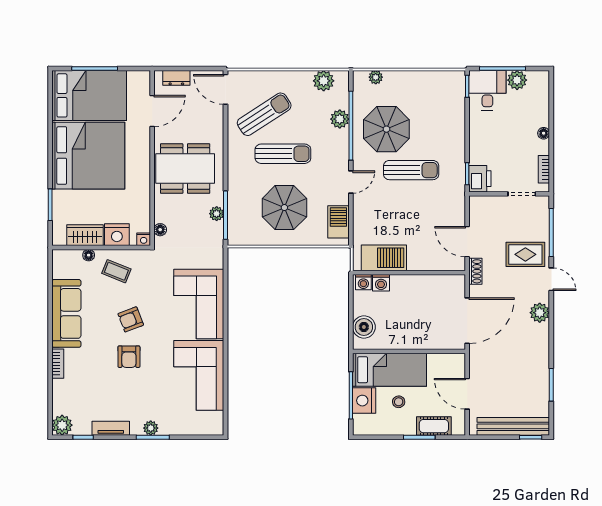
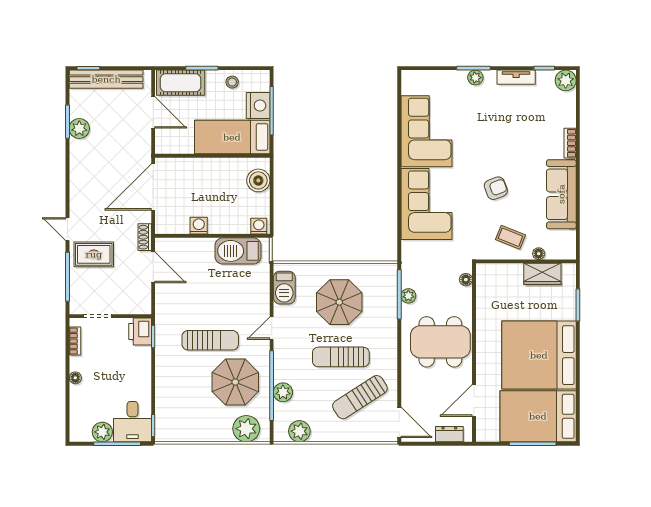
plant: (376, 77) -> (246, 429), width x1.88, depth x1.88
sun lounger: (411, 170) -> (210, 340), turned 180
nightstand: (117, 235) -> (510, 274), removed
nightstand: (144, 239) -> (483, 270), removed
washing machine: (381, 283) -> (199, 226), moved
plant: (540, 313) -> (79, 129), moved
armchair: (129, 357) -> (498, 150), removed
stool: (399, 402) -> (232, 82), moved
cot: (434, 426) -> (181, 83), width x1.37, depth x1.34

